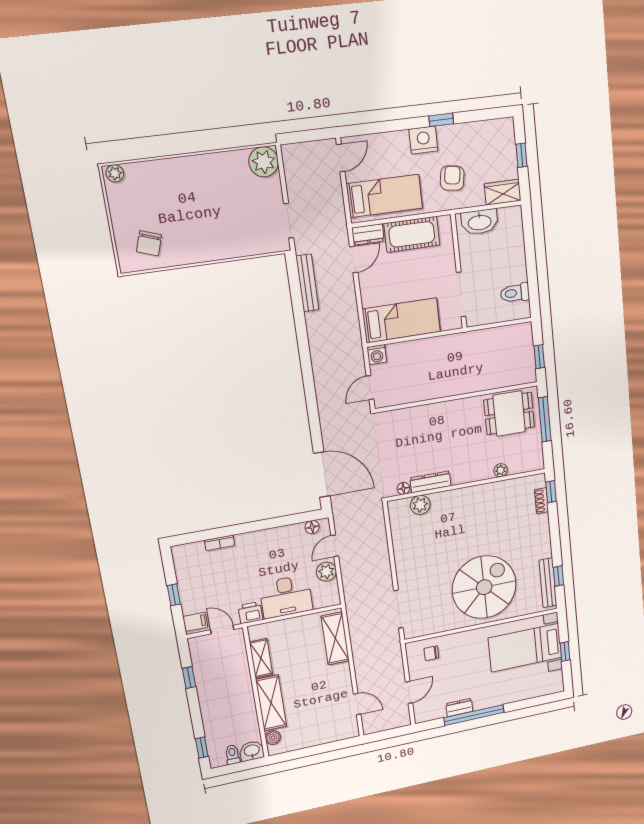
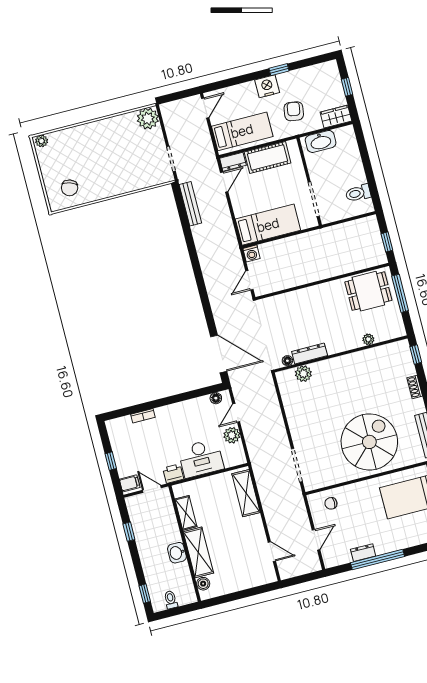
shoe rack: (542, 501) -> (415, 387), moved
washbasin: (252, 751) -> (177, 553), moved, turned -90

